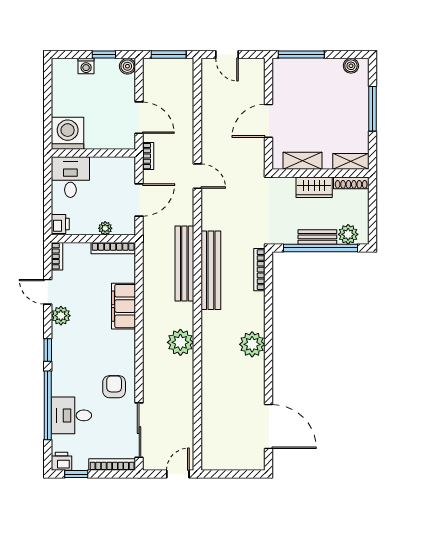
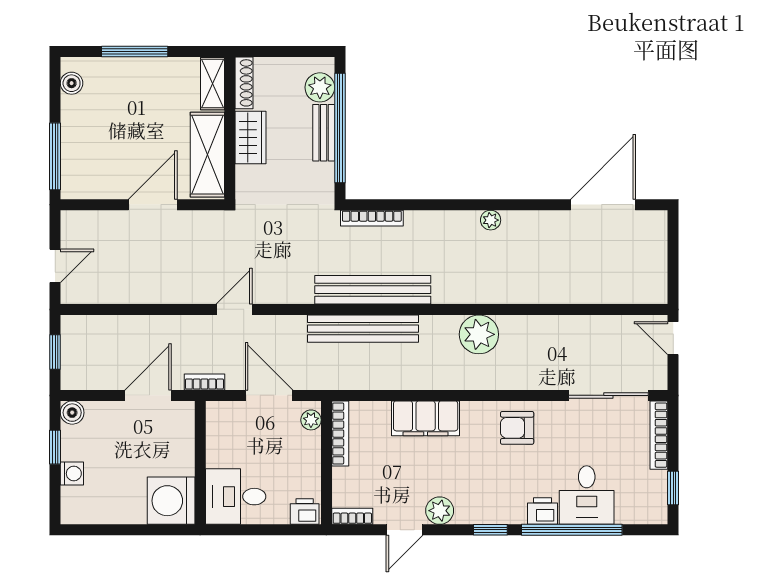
window: (169, 55) -> (55, 352), width x0.67
door: (269, 121) -> (153, 205), swing flipped
shelving: (302, 161) -> (207, 155), width x1.50, depth x1.33
plant: (105, 228) -> (311, 420), moved
plant: (252, 344) -> (491, 220), width x0.53, depth x0.53
armchair: (114, 387) -> (517, 428), moved
printer: (62, 461) -> (542, 511), moved, turned 90

